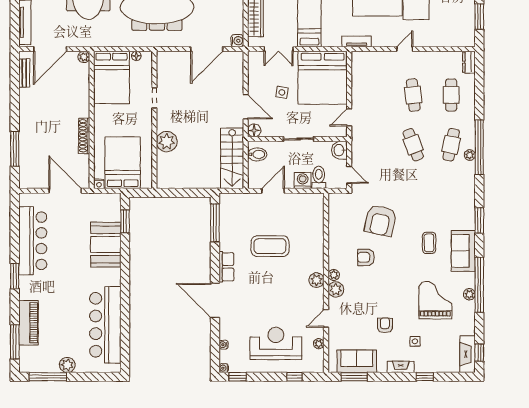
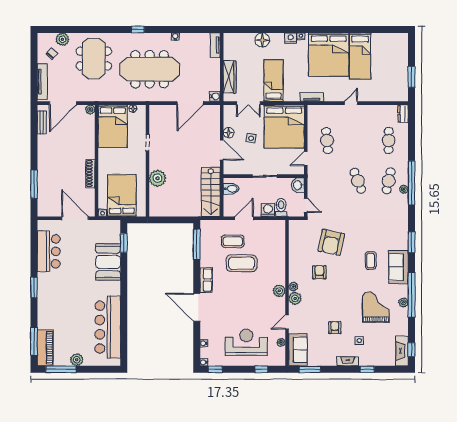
cafe table: (413, 95) -> (327, 140), moved
floor lamp: (254, 130) -> (229, 133), moved
coffee table: (259, 219) -> (233, 241), added
bar counter: (33, 241) -> (49, 251), width x0.73
armchair: (366, 257) -> (319, 272), turned 90
piano: (28, 323) -> (45, 348), moved
sofa: (357, 361) -> (298, 350), moved, turned 90

